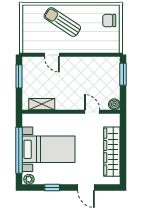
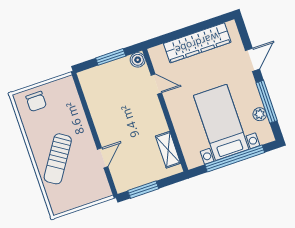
window: (123, 74) -> (111, 57), moved
door: (92, 112) -> (156, 84), swing flipped
plant: (29, 179) -> (260, 114), moved
window: (52, 187) -> (267, 102), width x2.17

